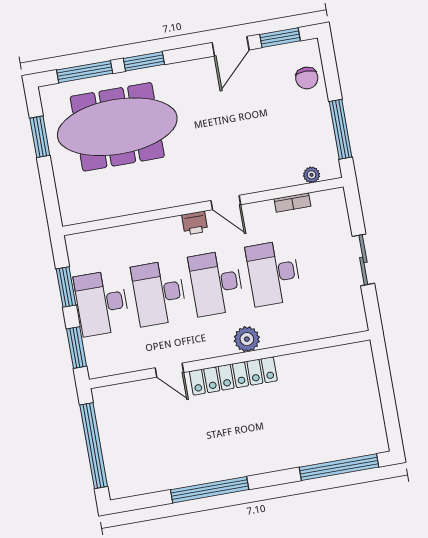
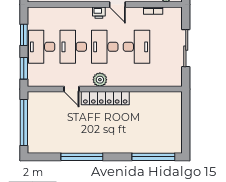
sliding door: (363, 260) -> (186, 48), width x1.37
desk: (274, 273) -> (136, 47), turned 180
plant: (247, 339) -> (100, 80), moved

